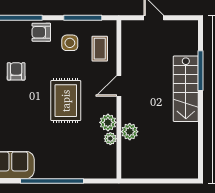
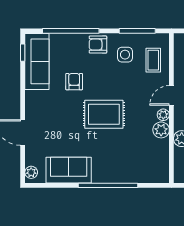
rug: (66, 101) -> (104, 114), moved, turned 90
plant: (110, 139) -> (163, 115), moved

